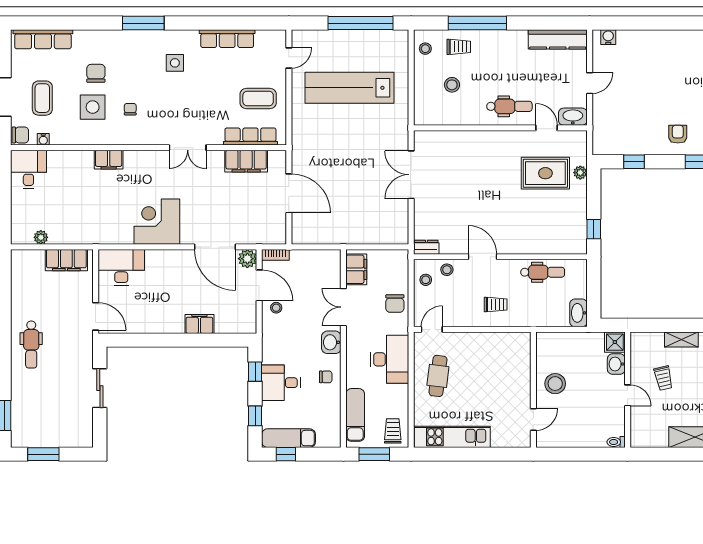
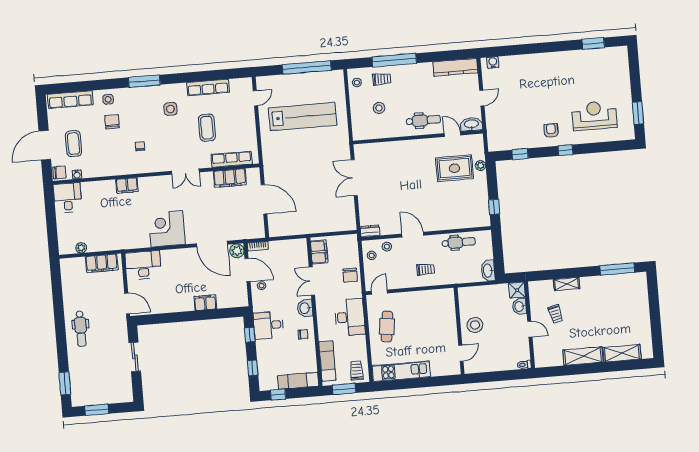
lab bench: (350, 88) -> (303, 117), turned 180
coffee table: (258, 98) -> (207, 128), moved, turned 90
side table: (93, 107) -> (108, 99), moved, width x0.54, depth x0.54
desk: (281, 383) -> (268, 325), moved
exam couch: (289, 438) -> (298, 381), moved

